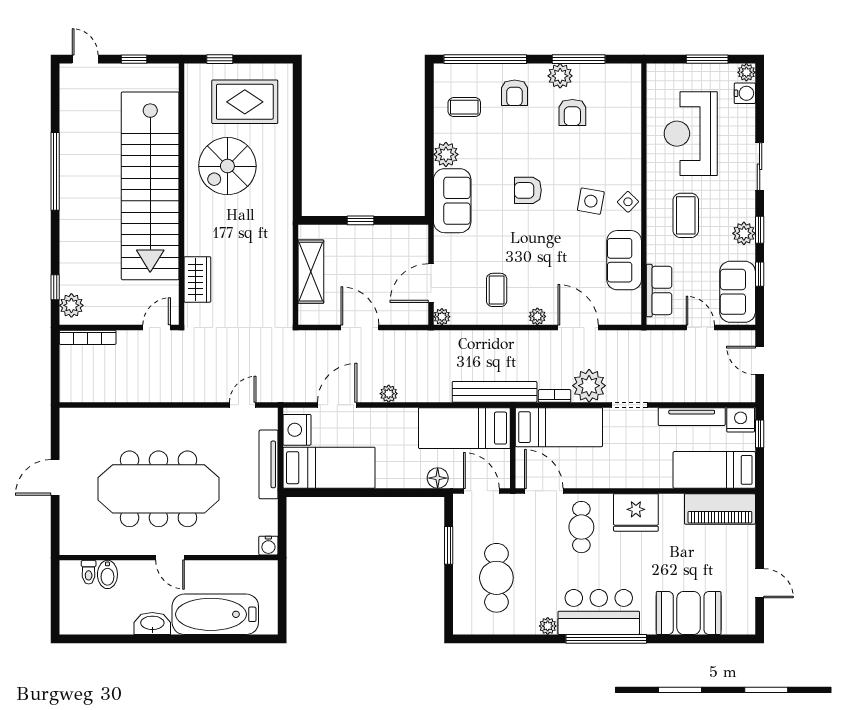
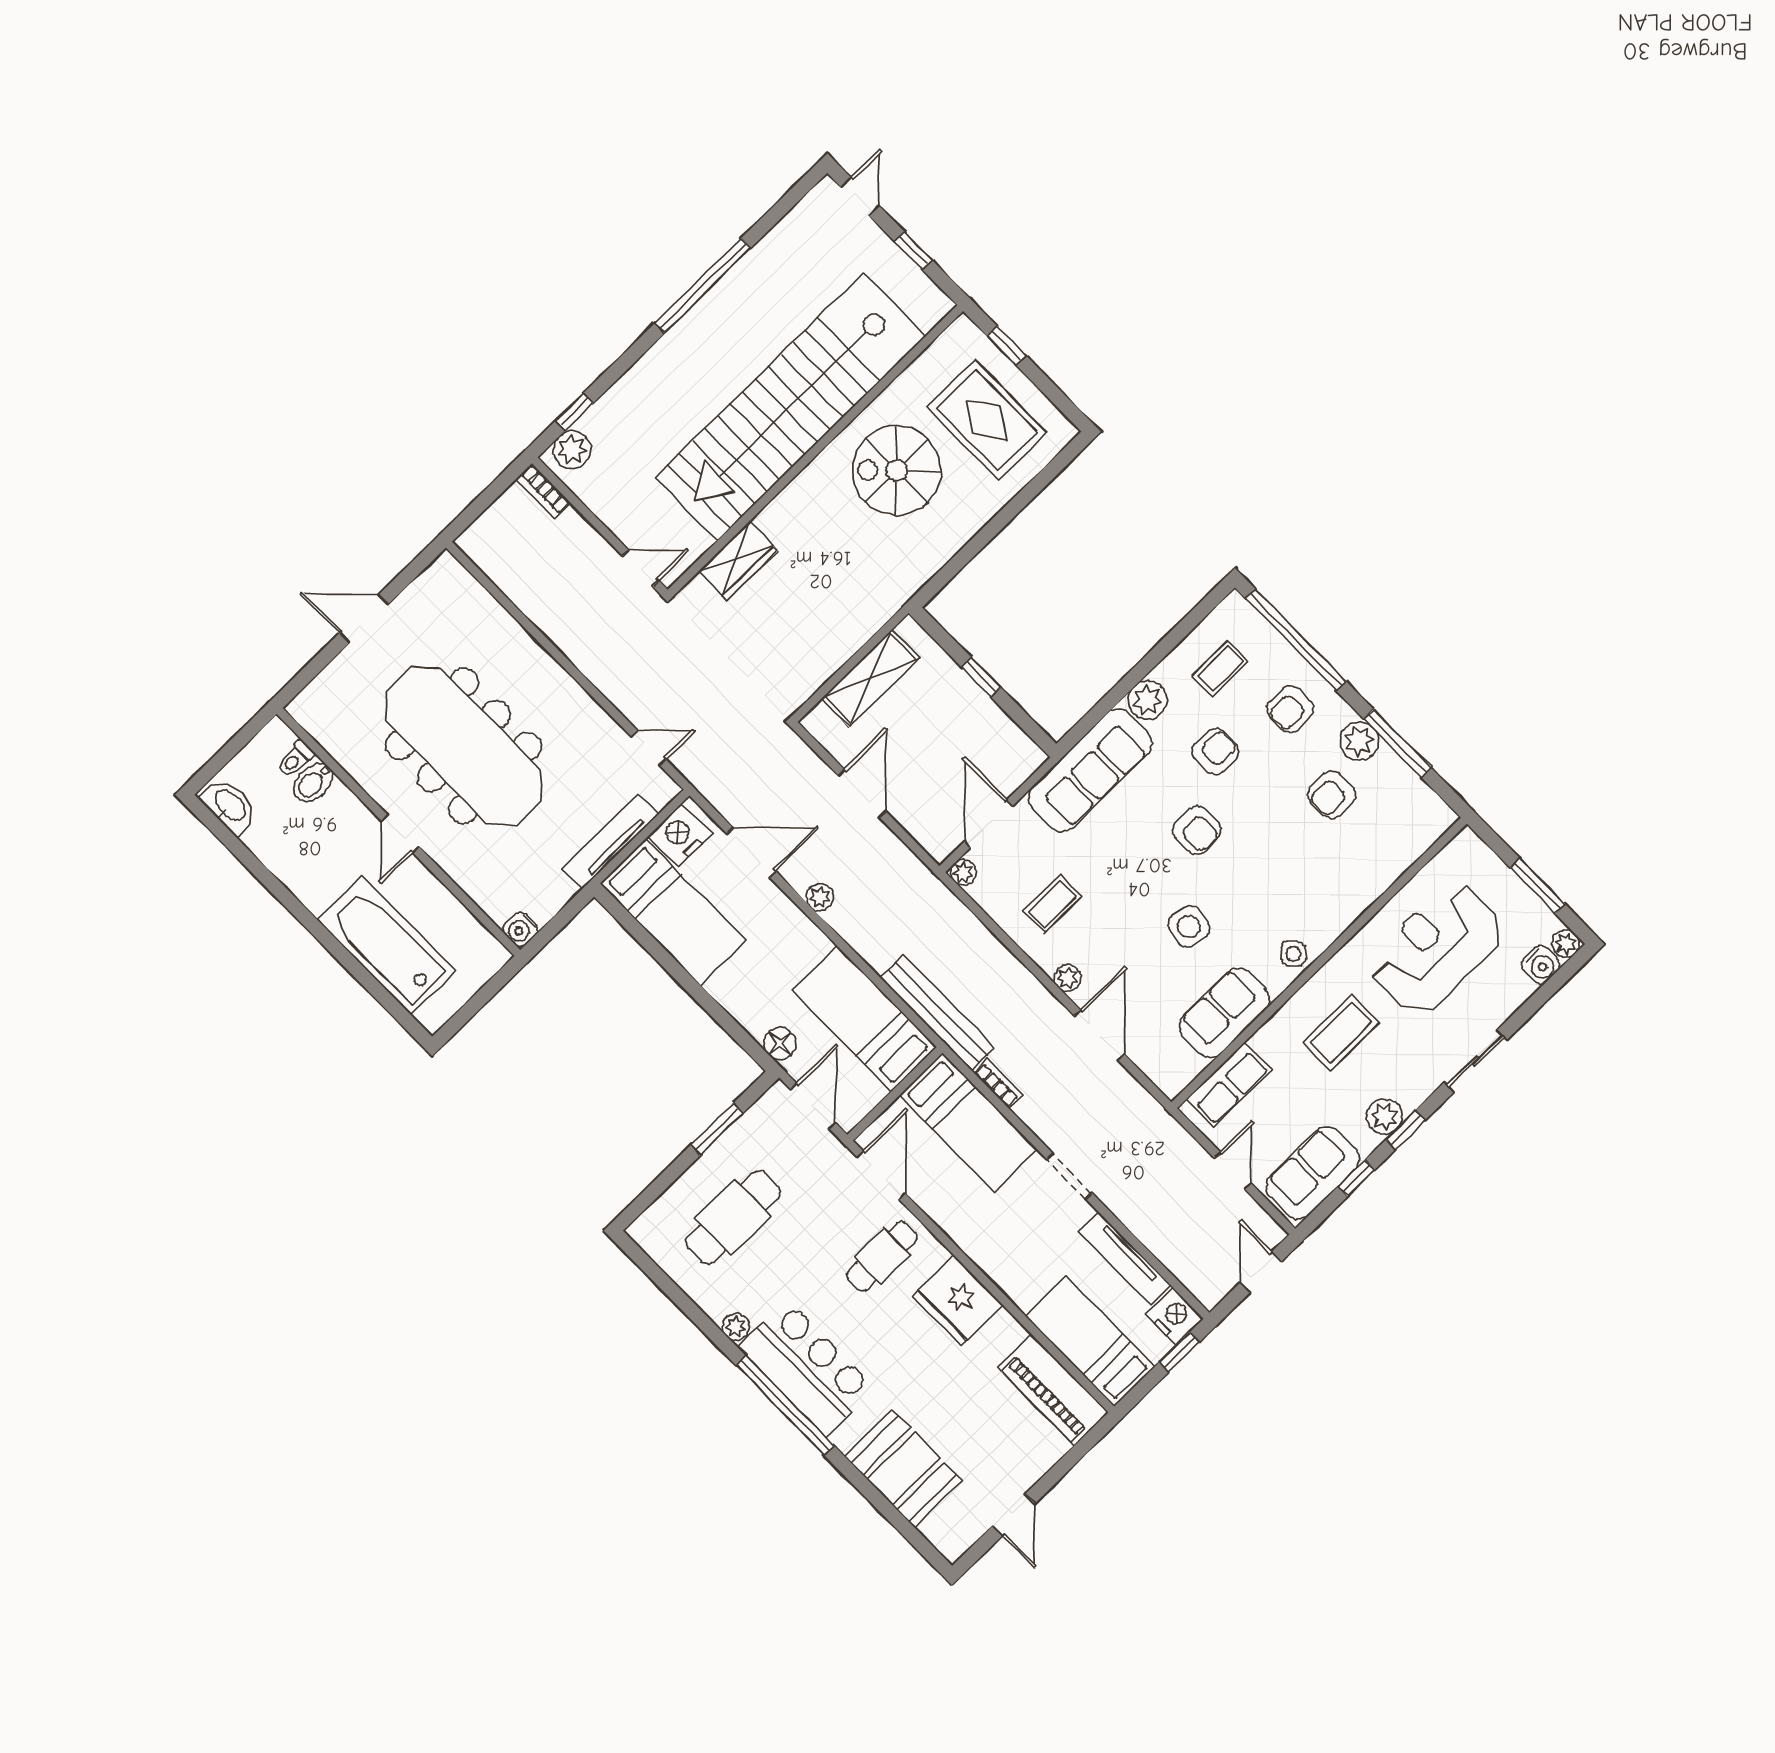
coffee table: (464, 107) -> (1220, 669), turned 90
armchair: (500, 146) -> (1215, 751), added
armchair: (528, 190) -> (1197, 830), turned 180
sofa: (452, 201) -> (1090, 770), width x1.36
side table: (591, 201) -> (1189, 926), moved
door: (431, 283) -> (989, 824), hinge flipped
bookcase: (88, 337) -> (543, 491), width x0.64
plant: (589, 386) -> (1047, 1111), removed
washbasin: (152, 624) -> (229, 806), moved

